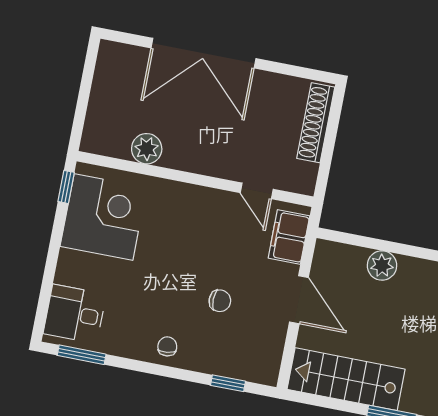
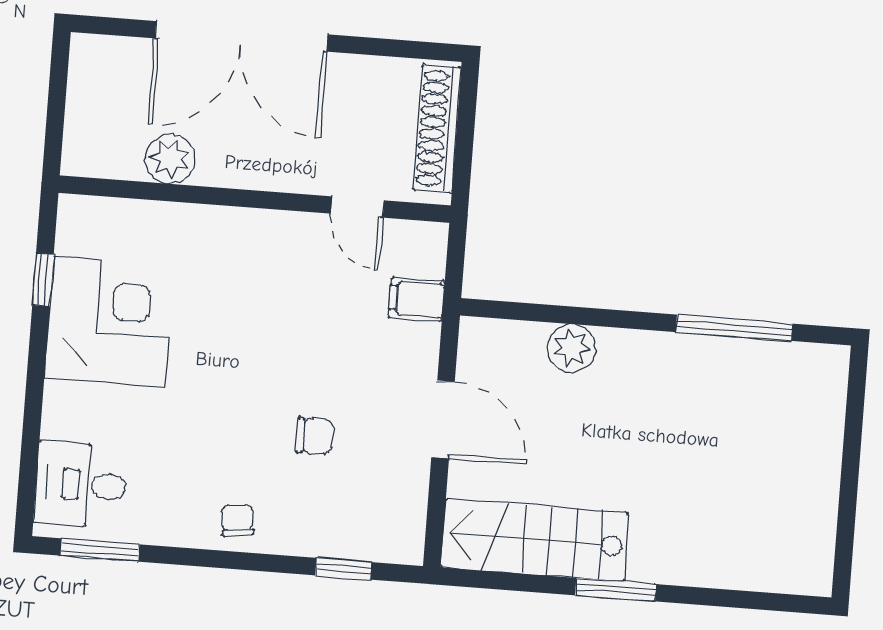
plant: (147, 149) -> (170, 159), moved
wall: (195, 179) -> (255, 199), moved
door: (257, 191) -> (357, 207), moved
filing cabinet: (289, 237) -> (417, 299), width x0.50

